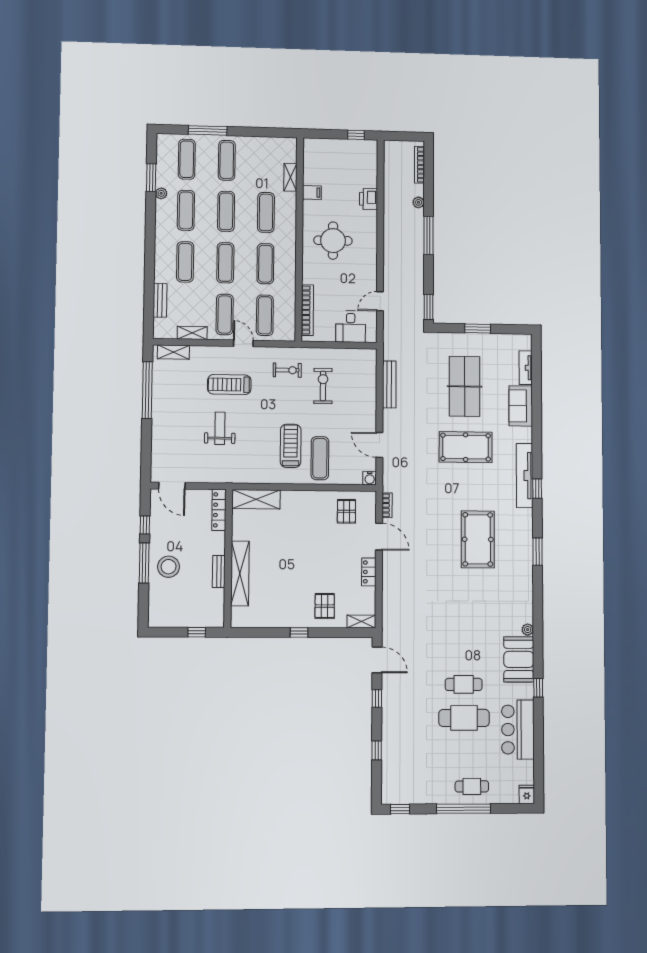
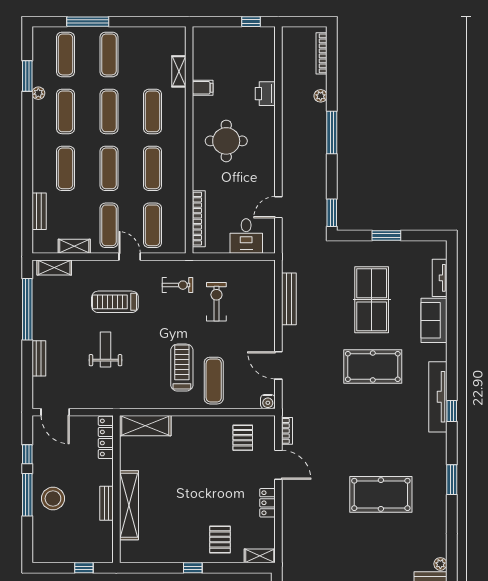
bench: (157, 436) -> (39, 358), added
pool table: (478, 539) -> (381, 494), moved, turned 90

